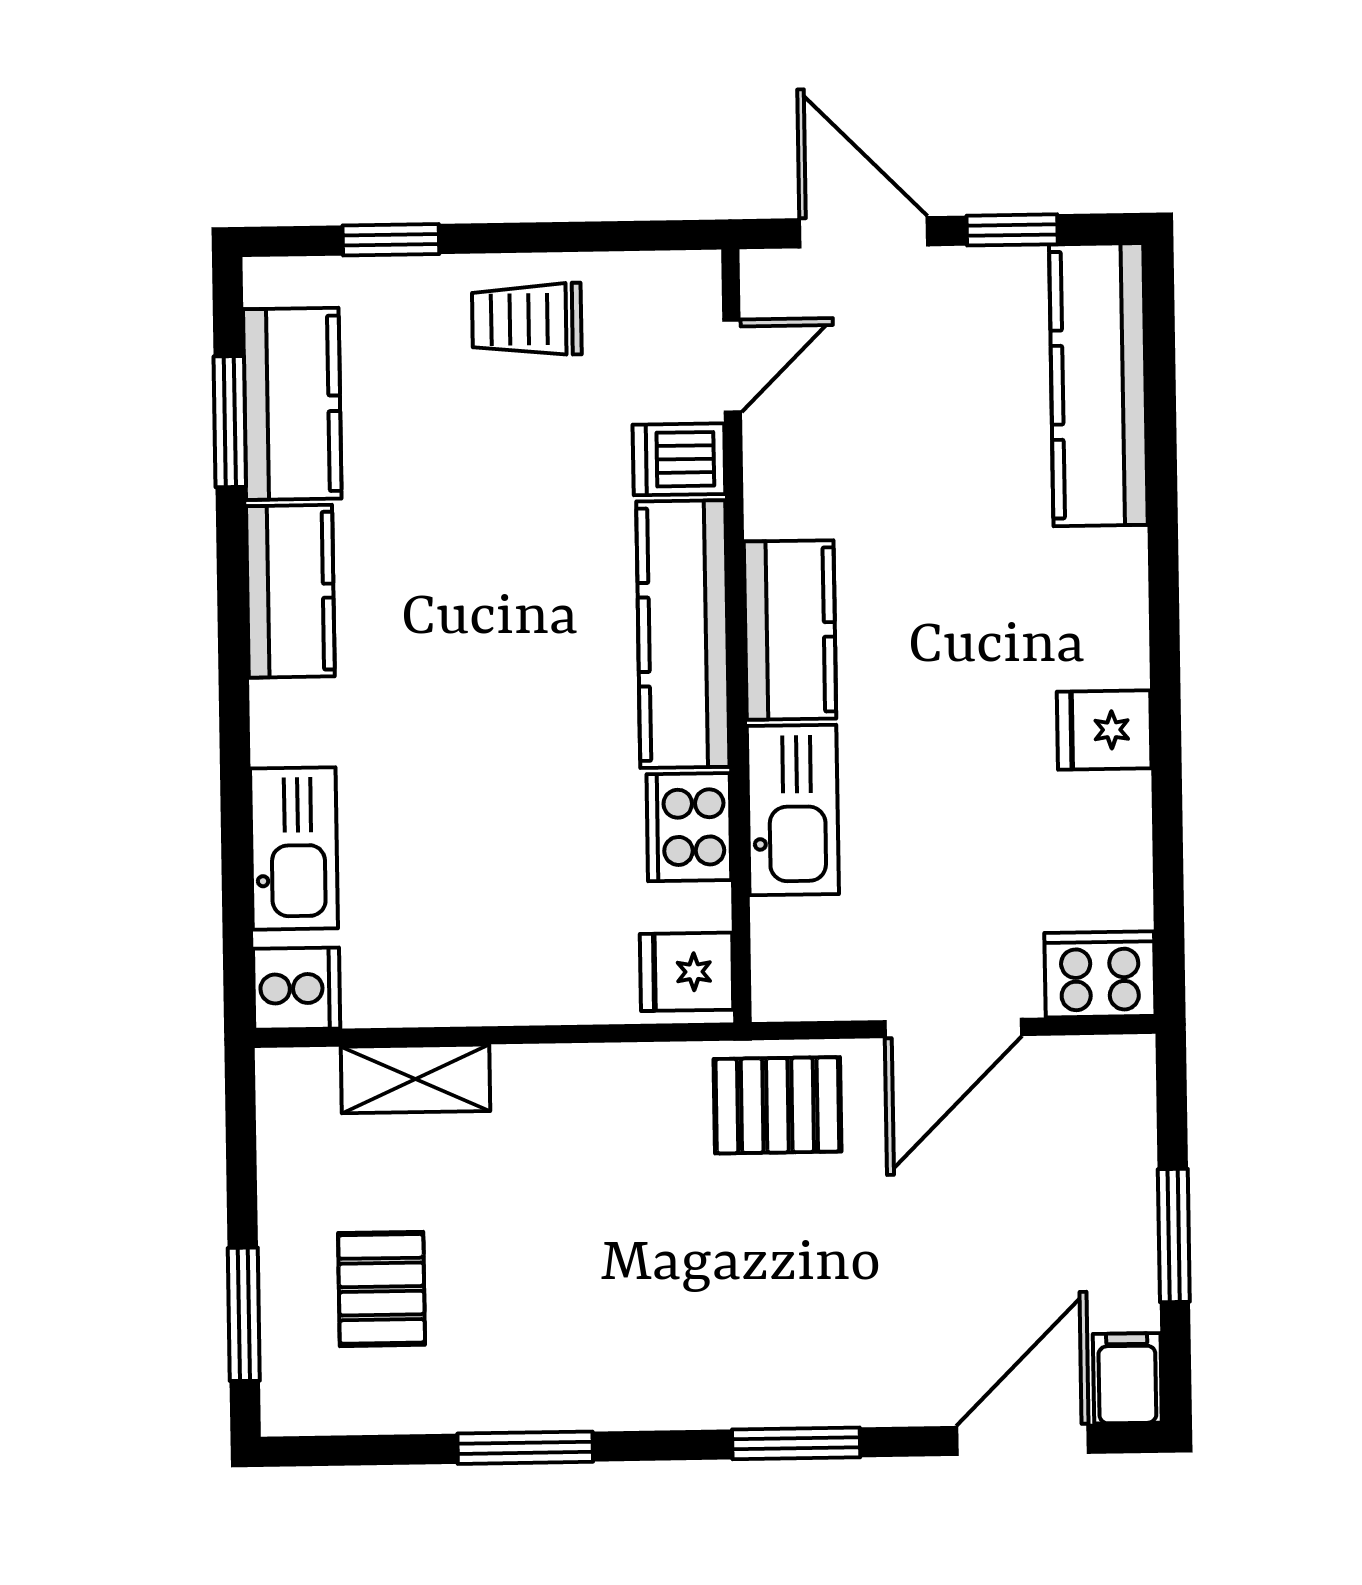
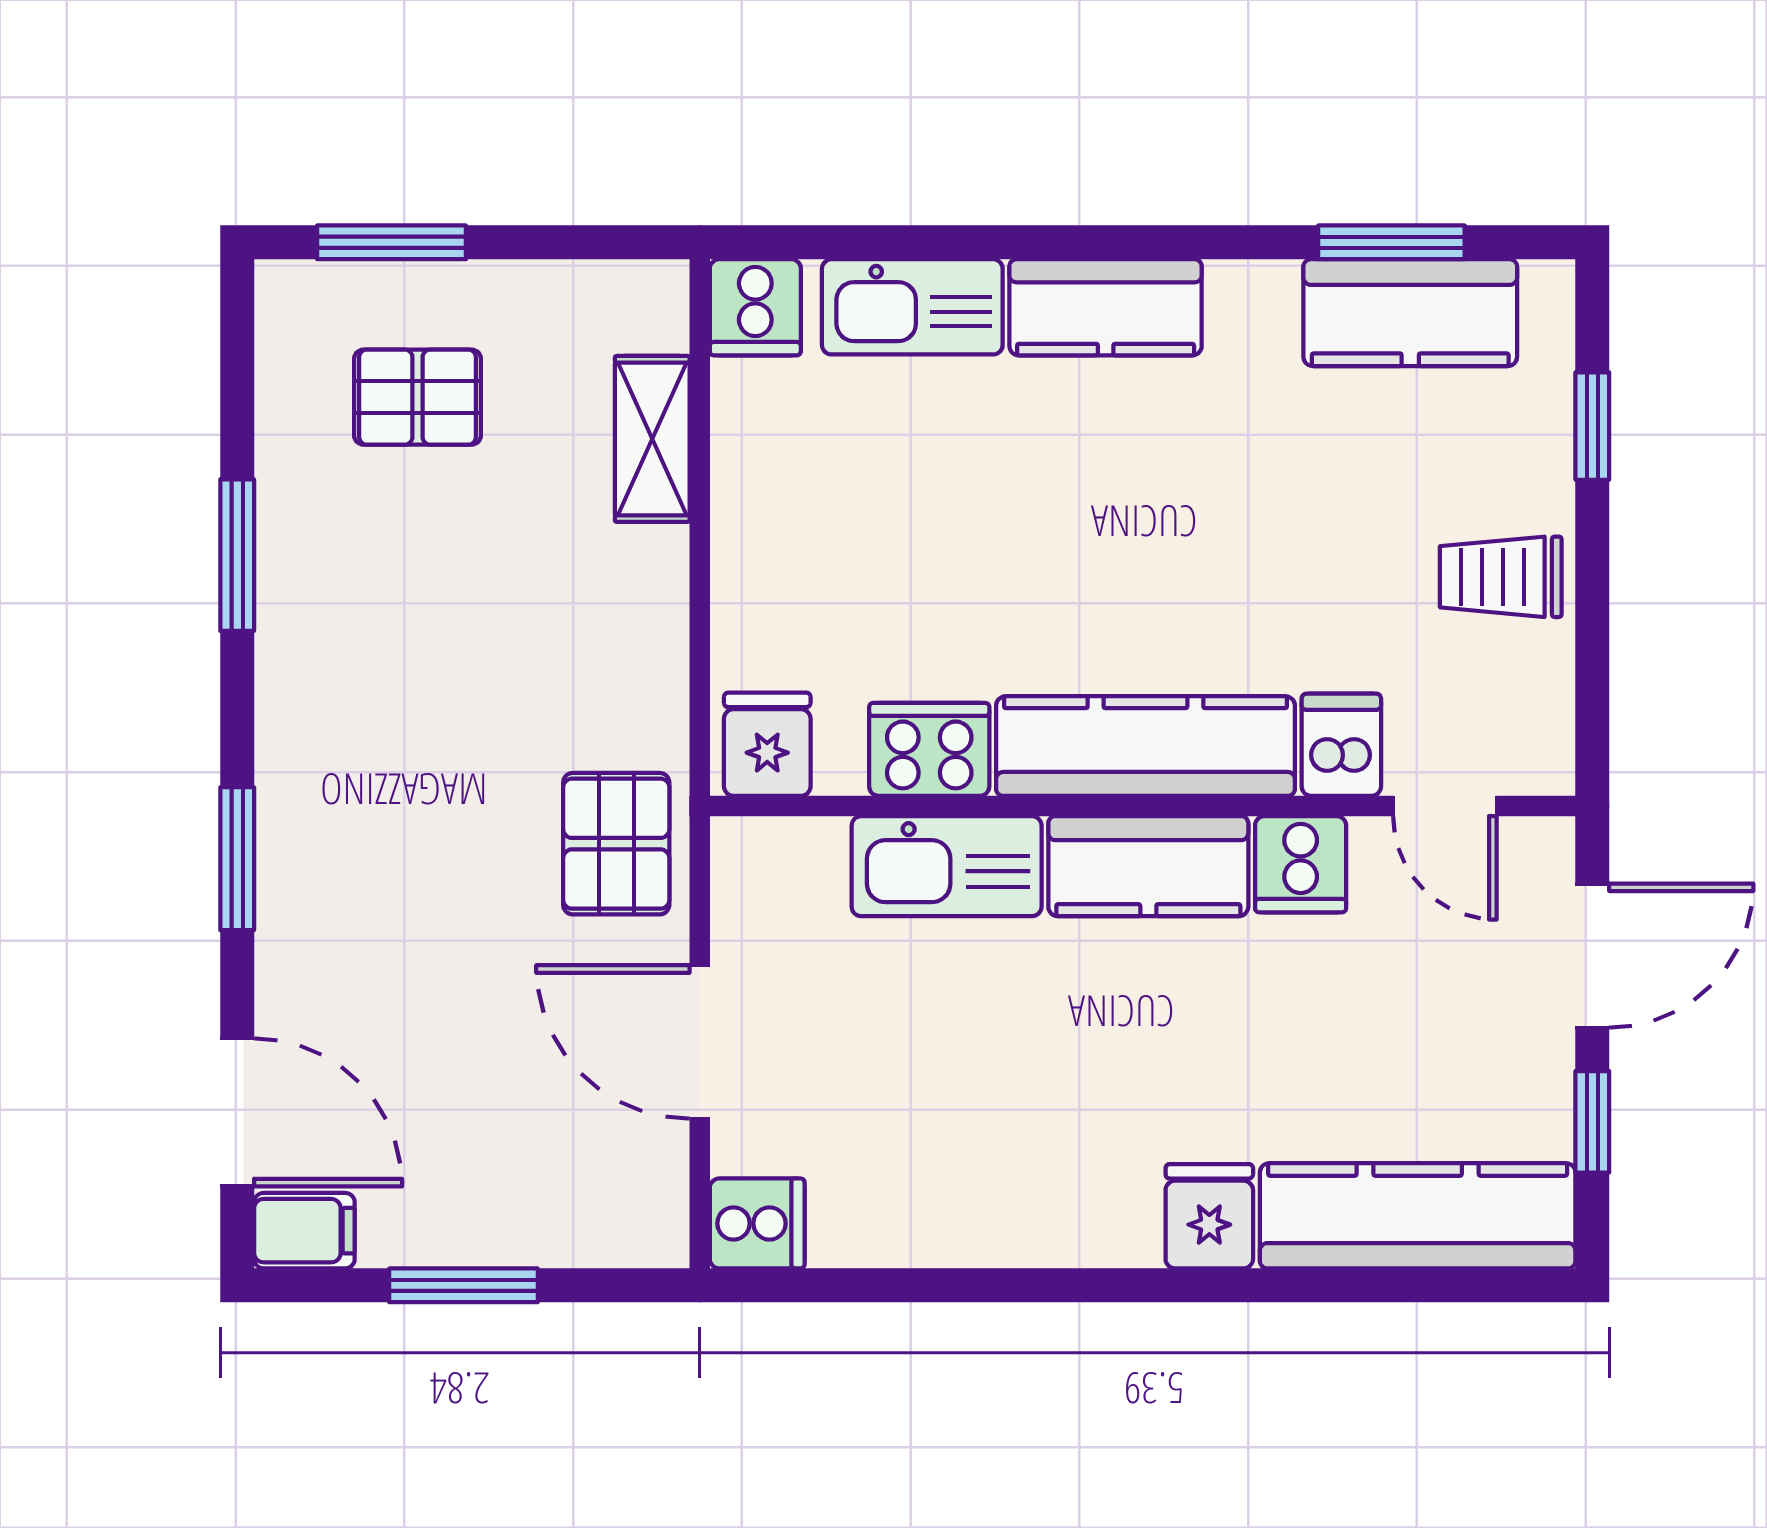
trolley: (527, 319) -> (1501, 577), turned -90
cooker: (786, 494) -> (1301, 864), added
kitchen counter: (290, 591) -> (1106, 307), moved
fridge: (1104, 730) -> (1209, 1216), moved
cooker: (1100, 974) -> (757, 1223), width x0.73

